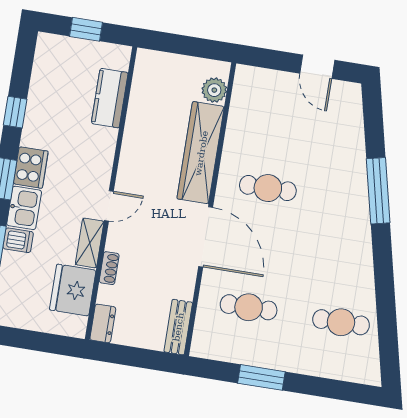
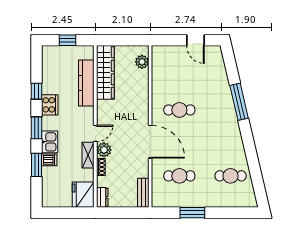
kitchen counter: (110, 98) -> (86, 83), width x1.50
wardrobe: (201, 153) -> (105, 72), moved, turned 180
cooker: (31, 167) -> (50, 105), moved
plant: (120, 238) -> (104, 150), added
fridge: (73, 290) -> (83, 195), moved

